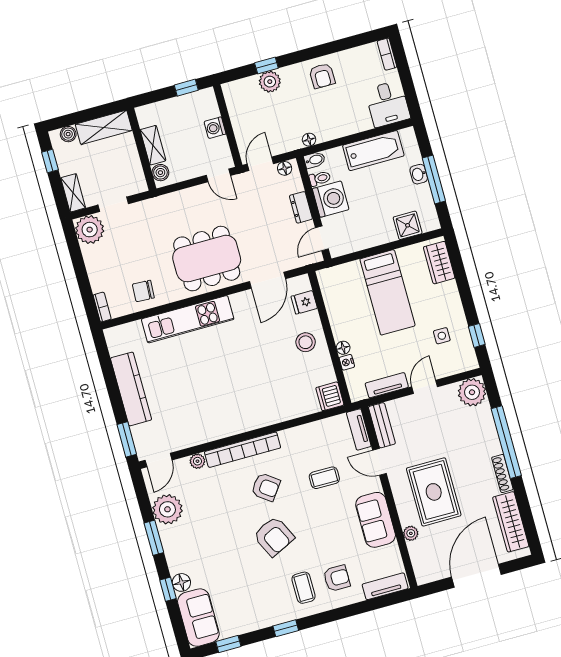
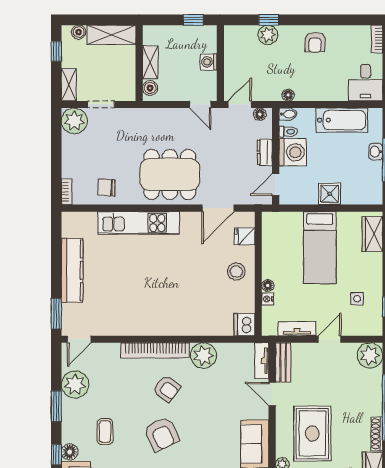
shower: (408, 225) -> (330, 194), moved
plant: (197, 461) -> (203, 356), moved, width x1.88, depth x1.88
coffee table: (324, 478) -> (105, 432), moved, turned 90

